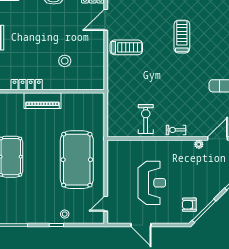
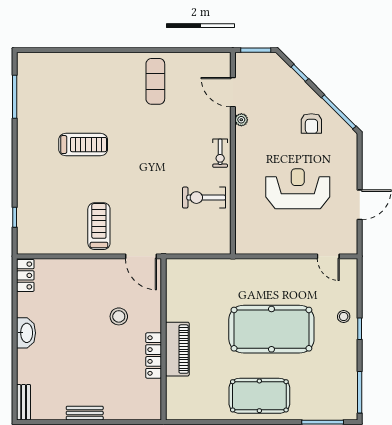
door: (106, 20) -> (141, 256), moved
treadmill: (182, 37) -> (83, 145), turned 180
locker: (27, 85) -> (154, 355), moved
pool table: (77, 160) -> (271, 329), moved
armchair: (189, 205) -> (311, 123), moved

